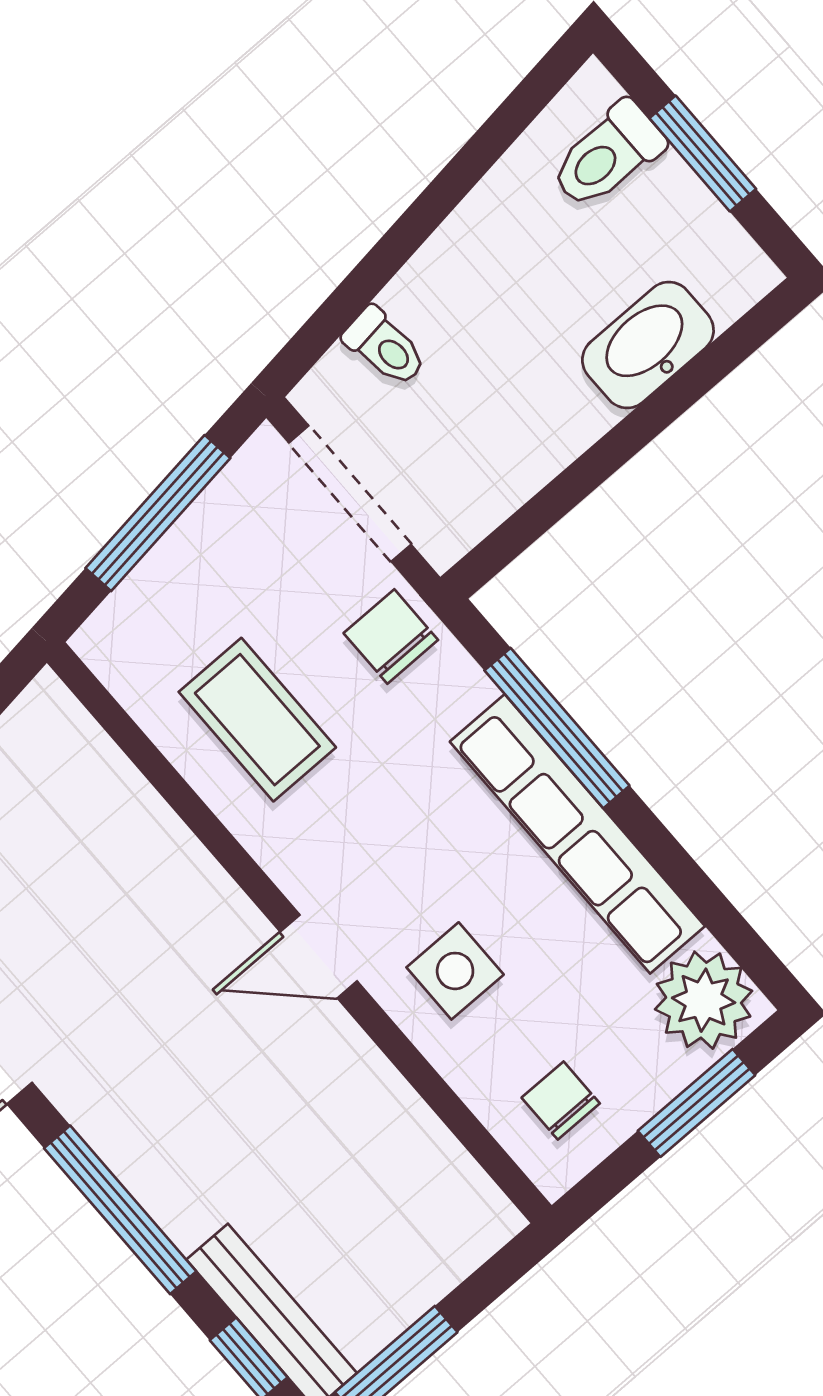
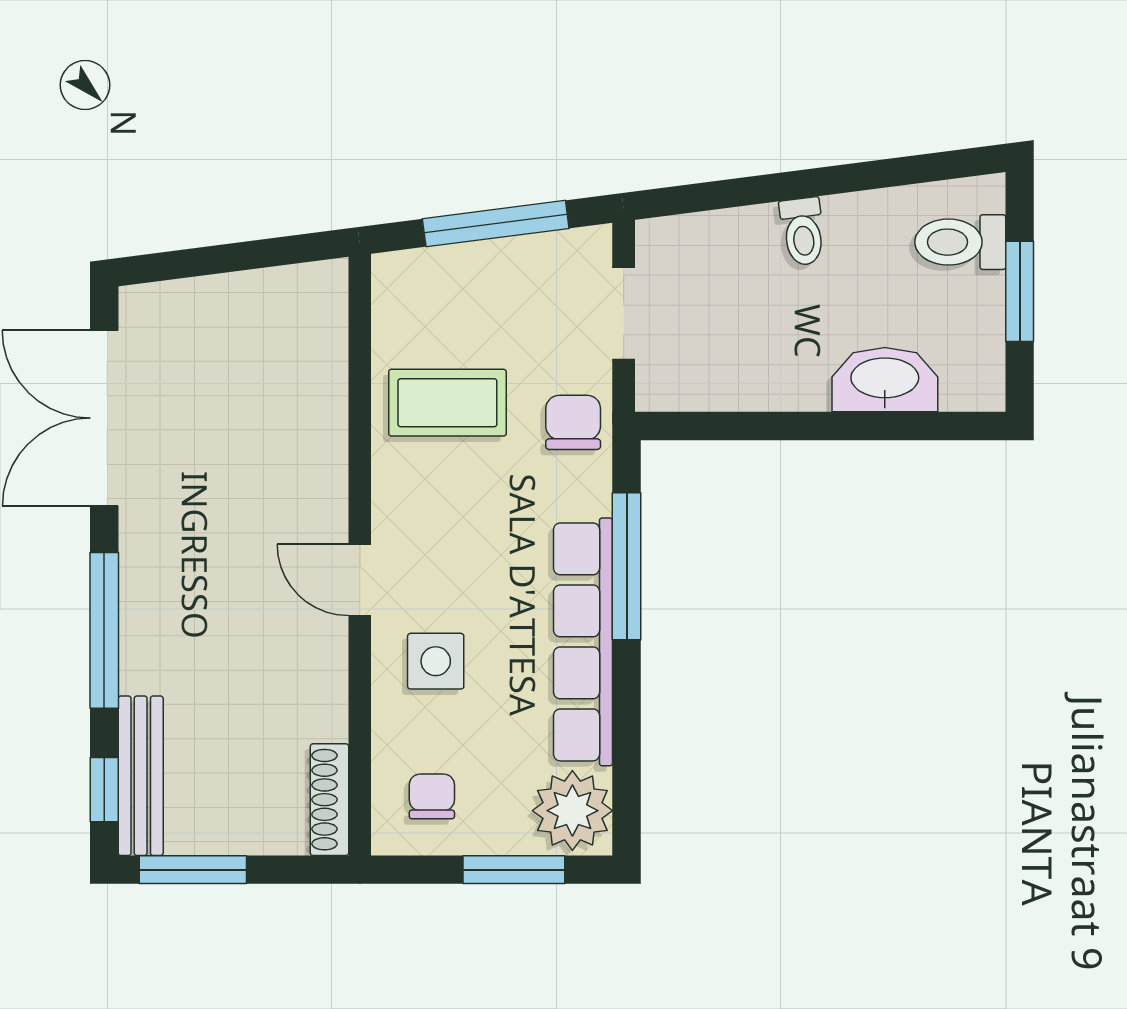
toilet: (385, 347) -> (803, 232), moved
doorway: (350, 494) -> (624, 313), width x0.73
coffee table: (257, 720) -> (447, 403), turned 90
shoe rack: (468, 1186) -> (329, 800), added

